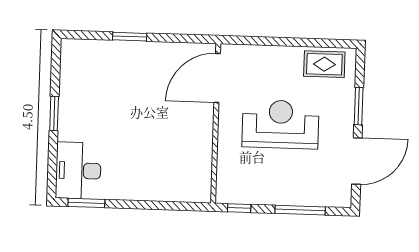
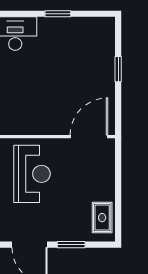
door: (217, 78) -> (89, 137), hinge flipped
reception desk: (281, 124) -> (32, 174), moved

